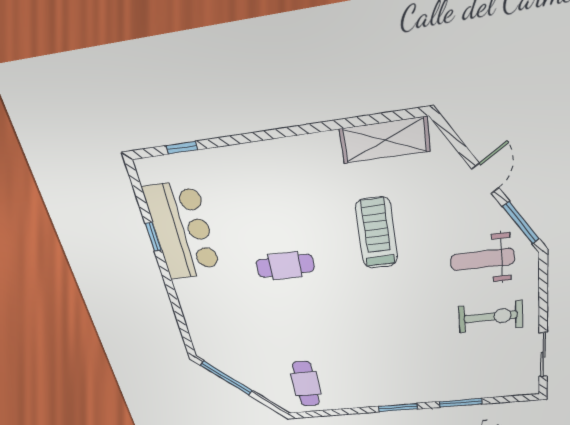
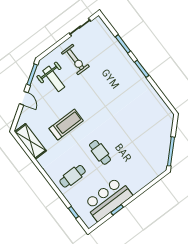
door: (485, 178) -> (24, 98), swing flipped
treadmill: (377, 233) -> (66, 125), turned 180
exercise bike: (491, 317) -> (75, 60), turned 180
cafe table: (306, 384) -> (73, 176), moved

